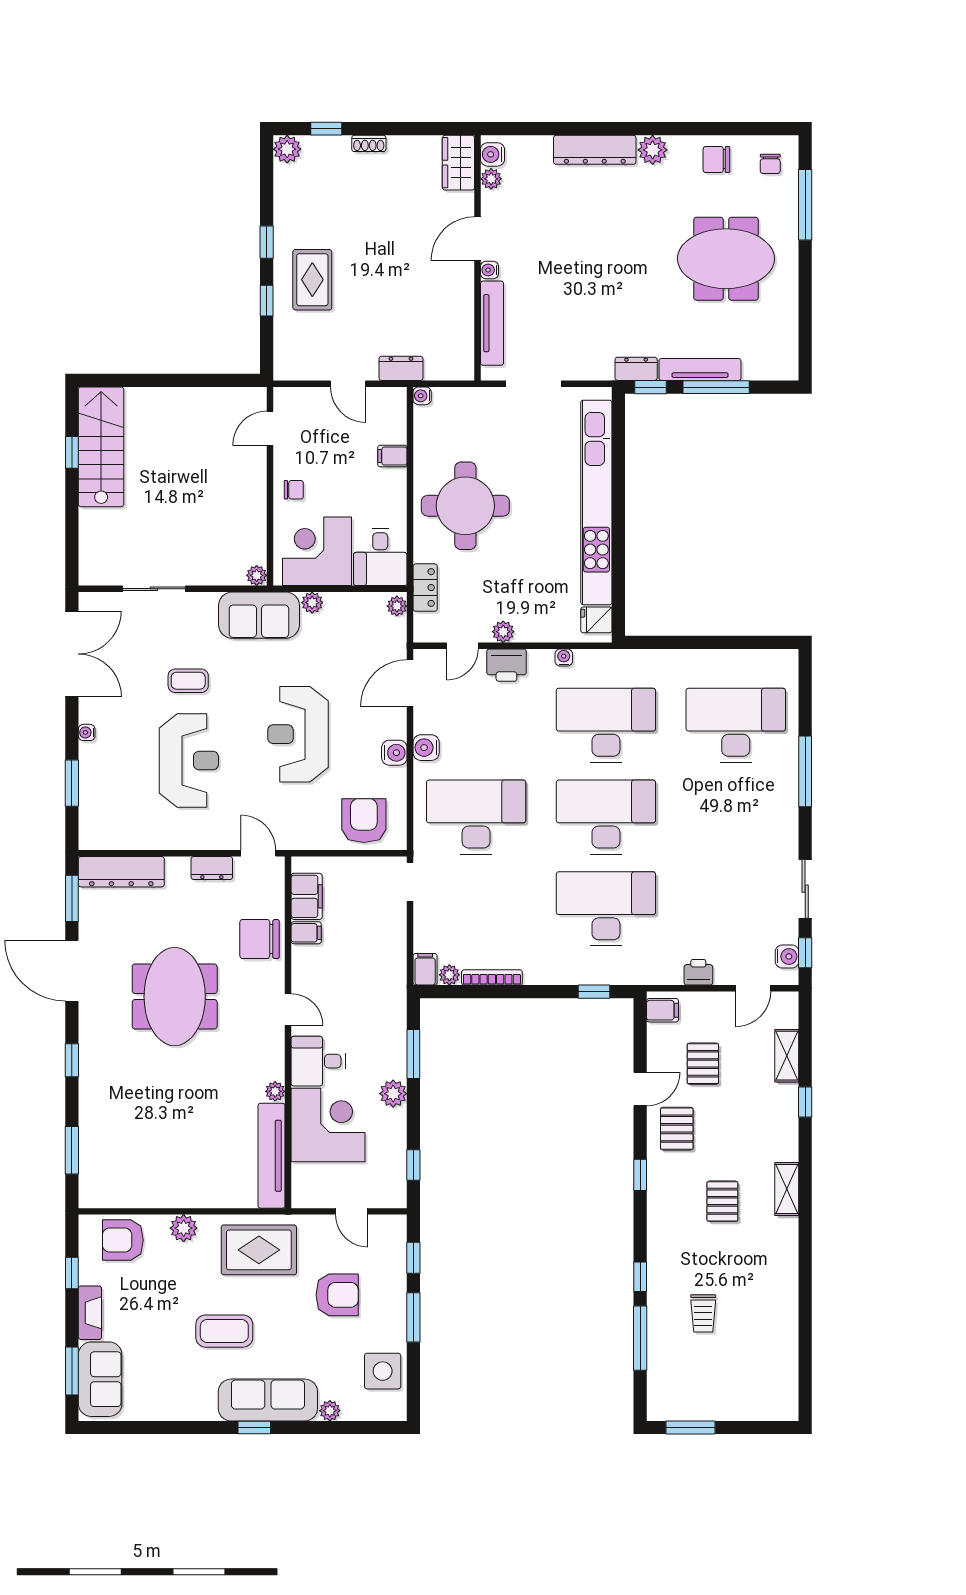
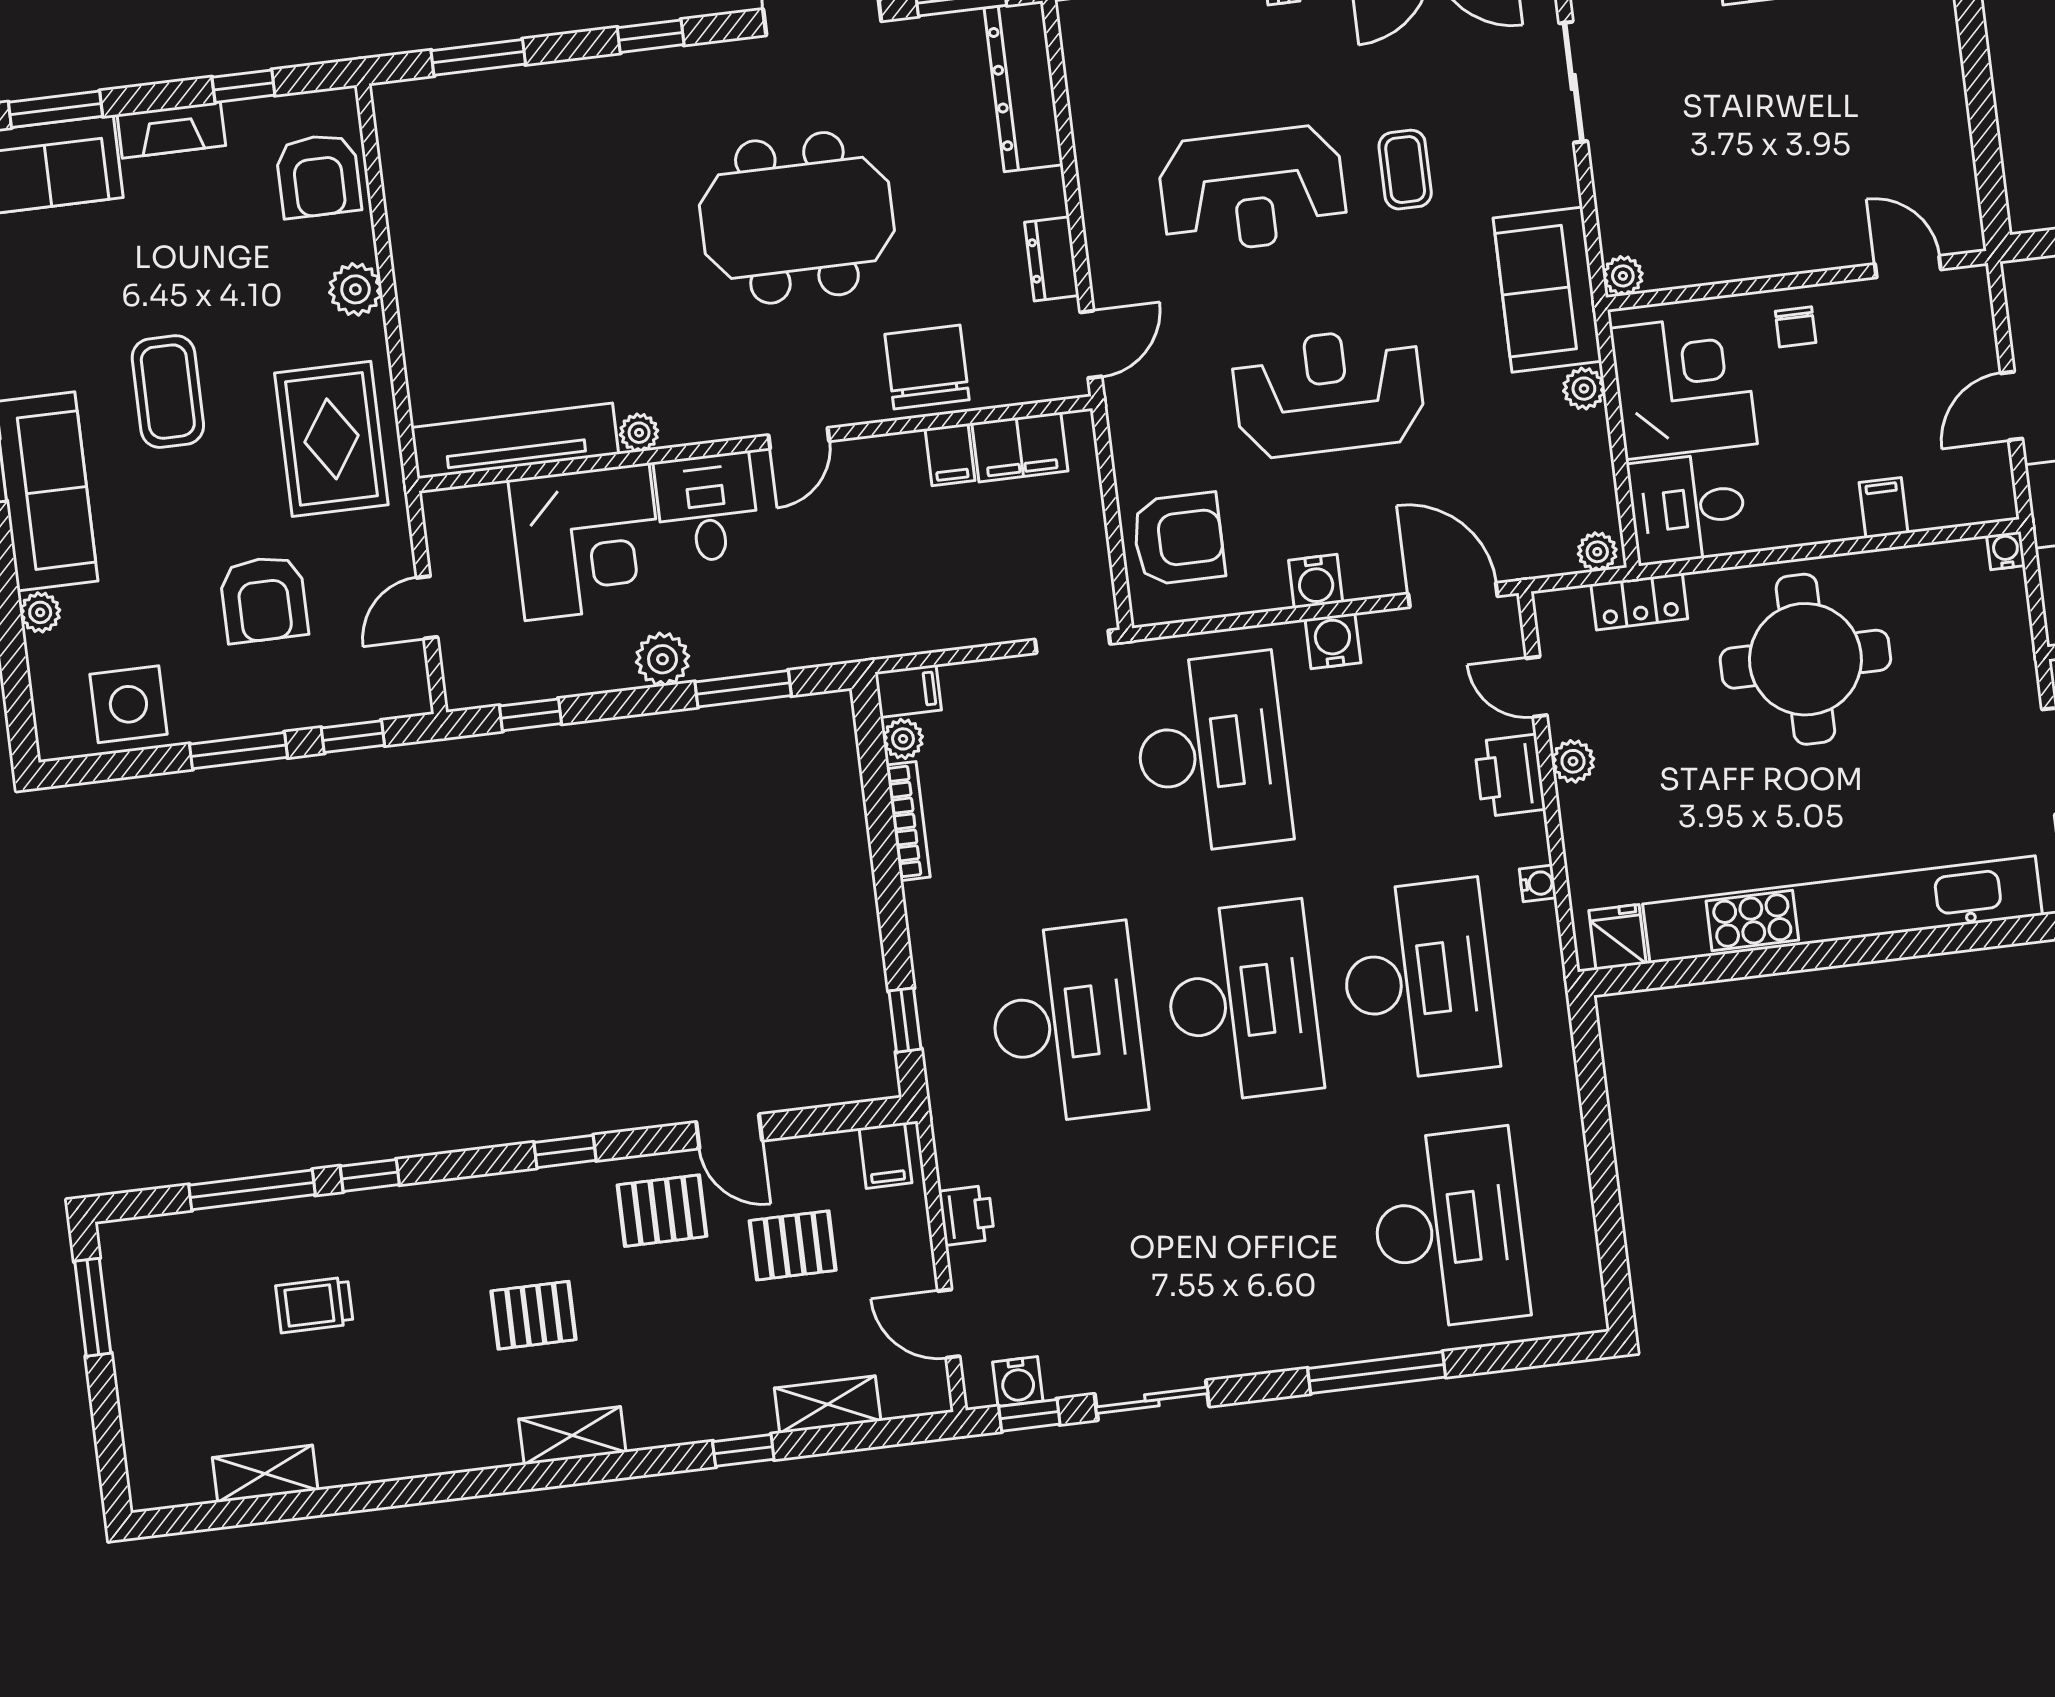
armchair: (123, 1240) -> (318, 176), turned 180
shelving: (787, 1349) -> (265, 1474), added

